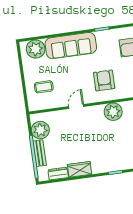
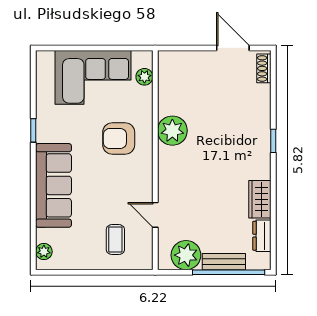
plant: (36, 49) -> (44, 252), width x0.53, depth x0.53
door: (76, 106) -> (155, 215), moved

